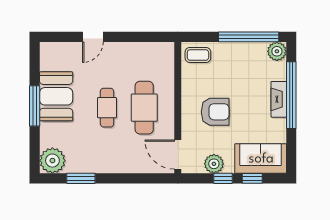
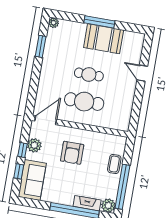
coffee table: (198, 55) -> (114, 164), moved
fireplace: (279, 99) -> (87, 203), moved
plant: (52, 161) -> (54, 23), width x0.53, depth x0.53

